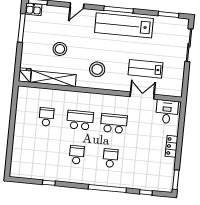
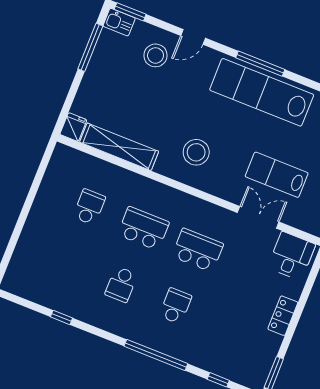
stool: (60, 49) -> (156, 55), moved
school desk: (77, 155) -> (121, 284), turned 180

